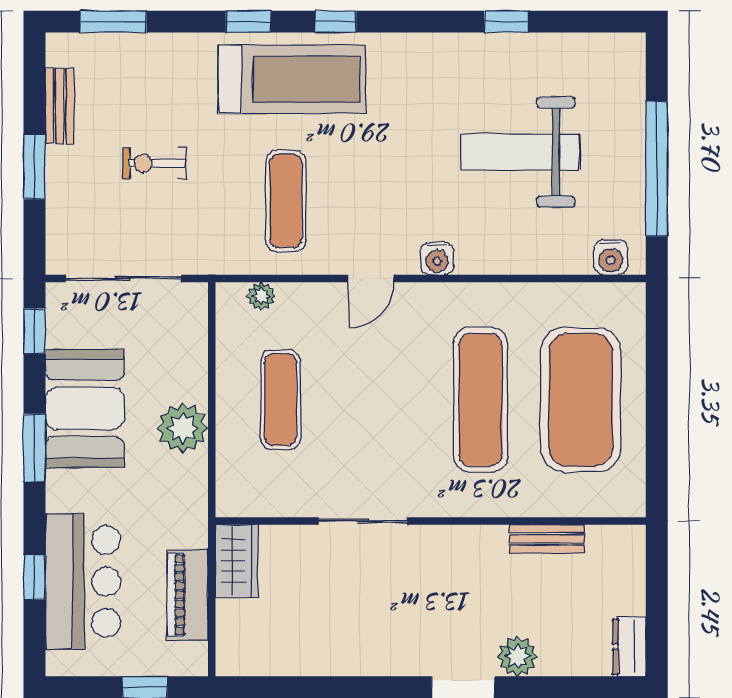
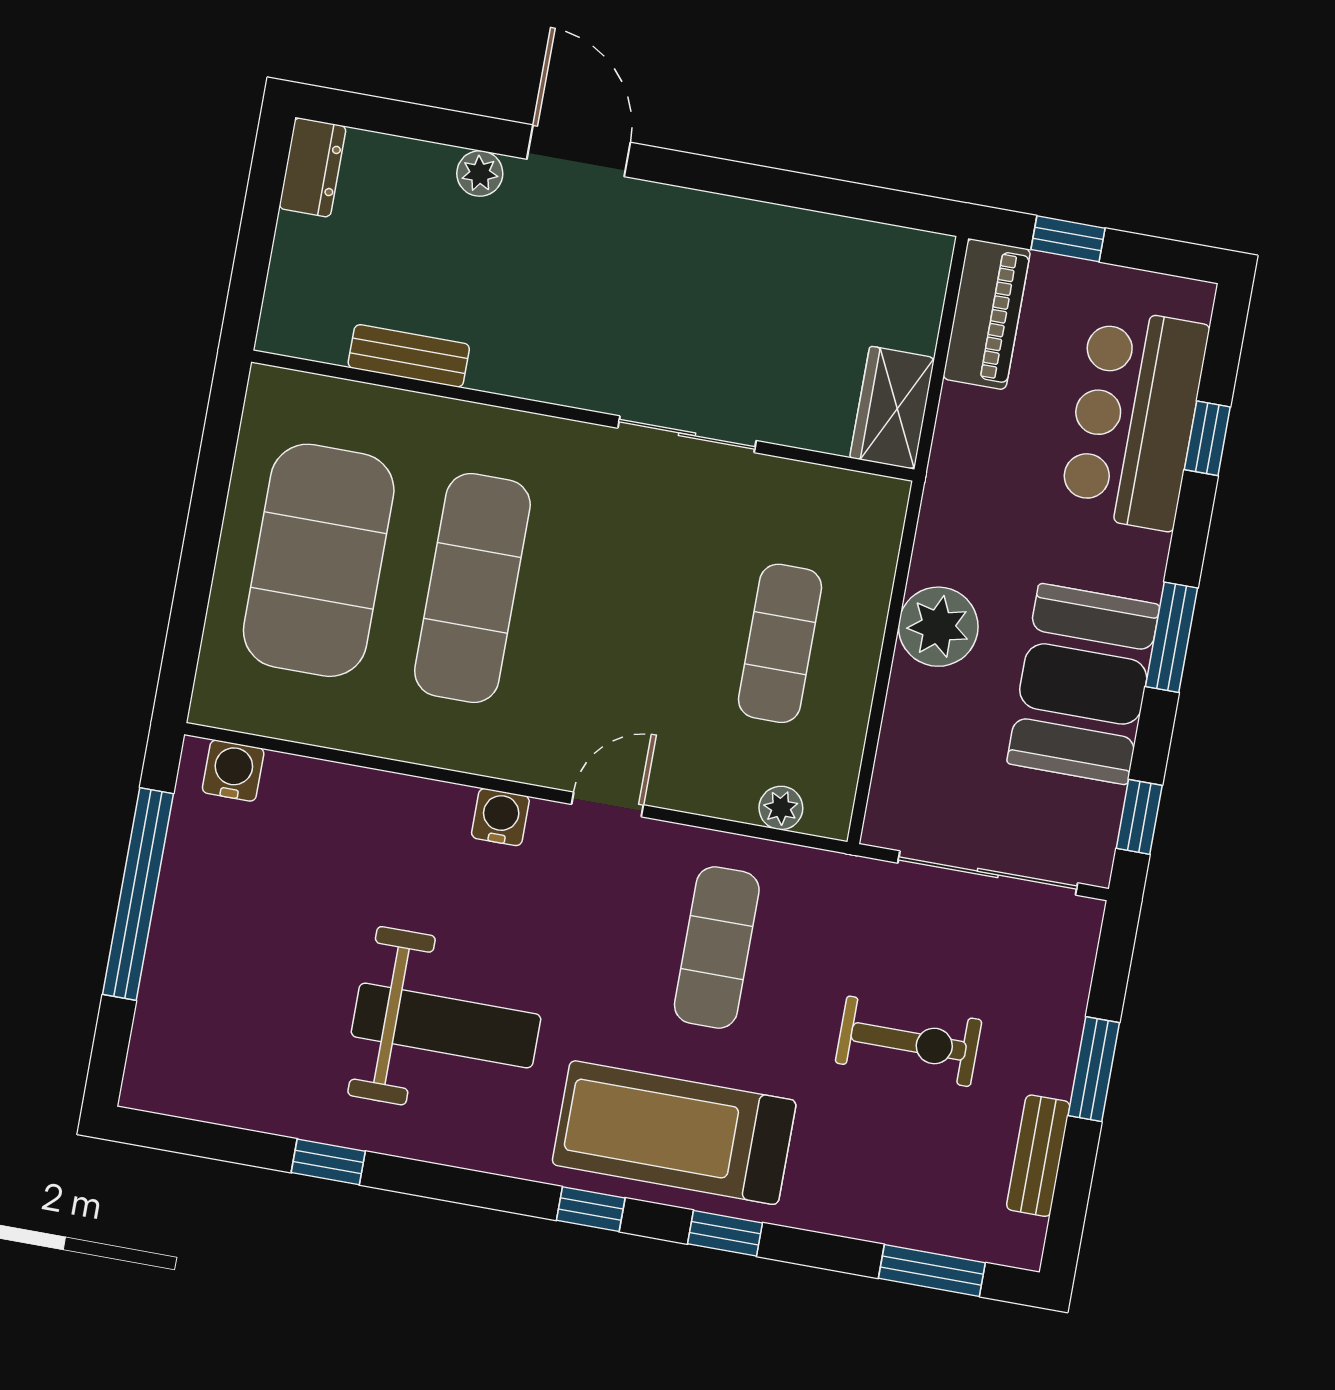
weight bench: (520, 152) -> (446, 1025), moved
exercise bike: (154, 163) -> (909, 1041), width x1.38, depth x1.39
piano: (188, 595) -> (987, 314), moved
plant: (518, 656) -> (480, 173), width x0.73, depth x0.73

